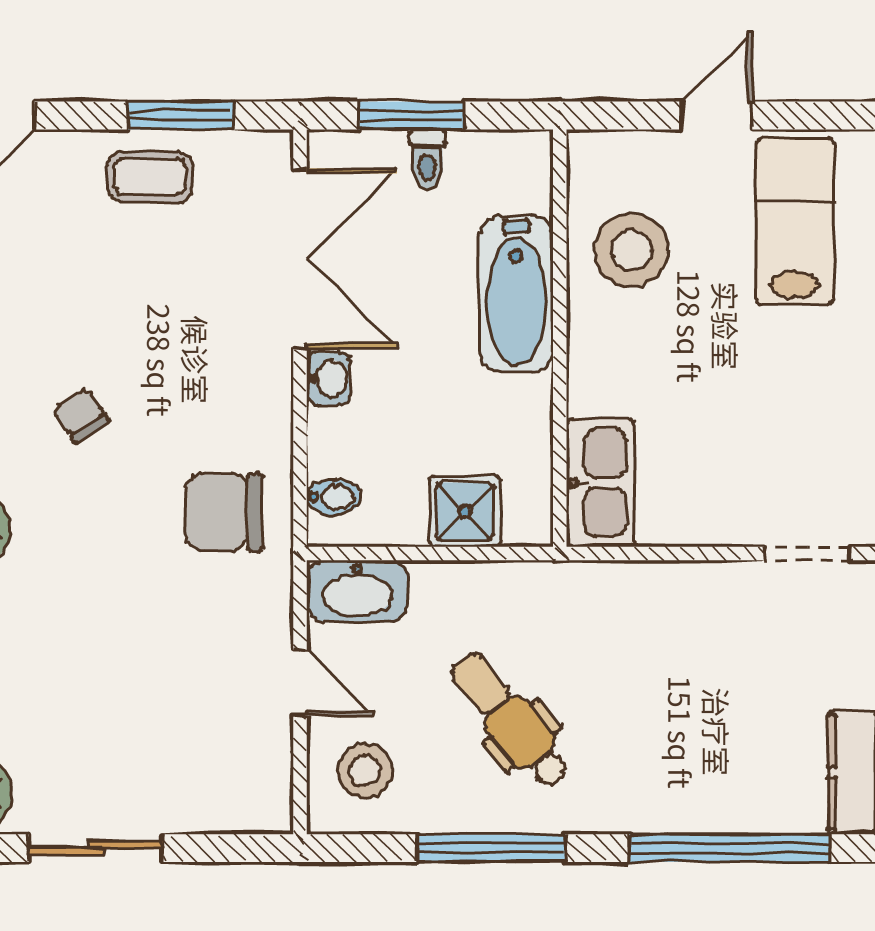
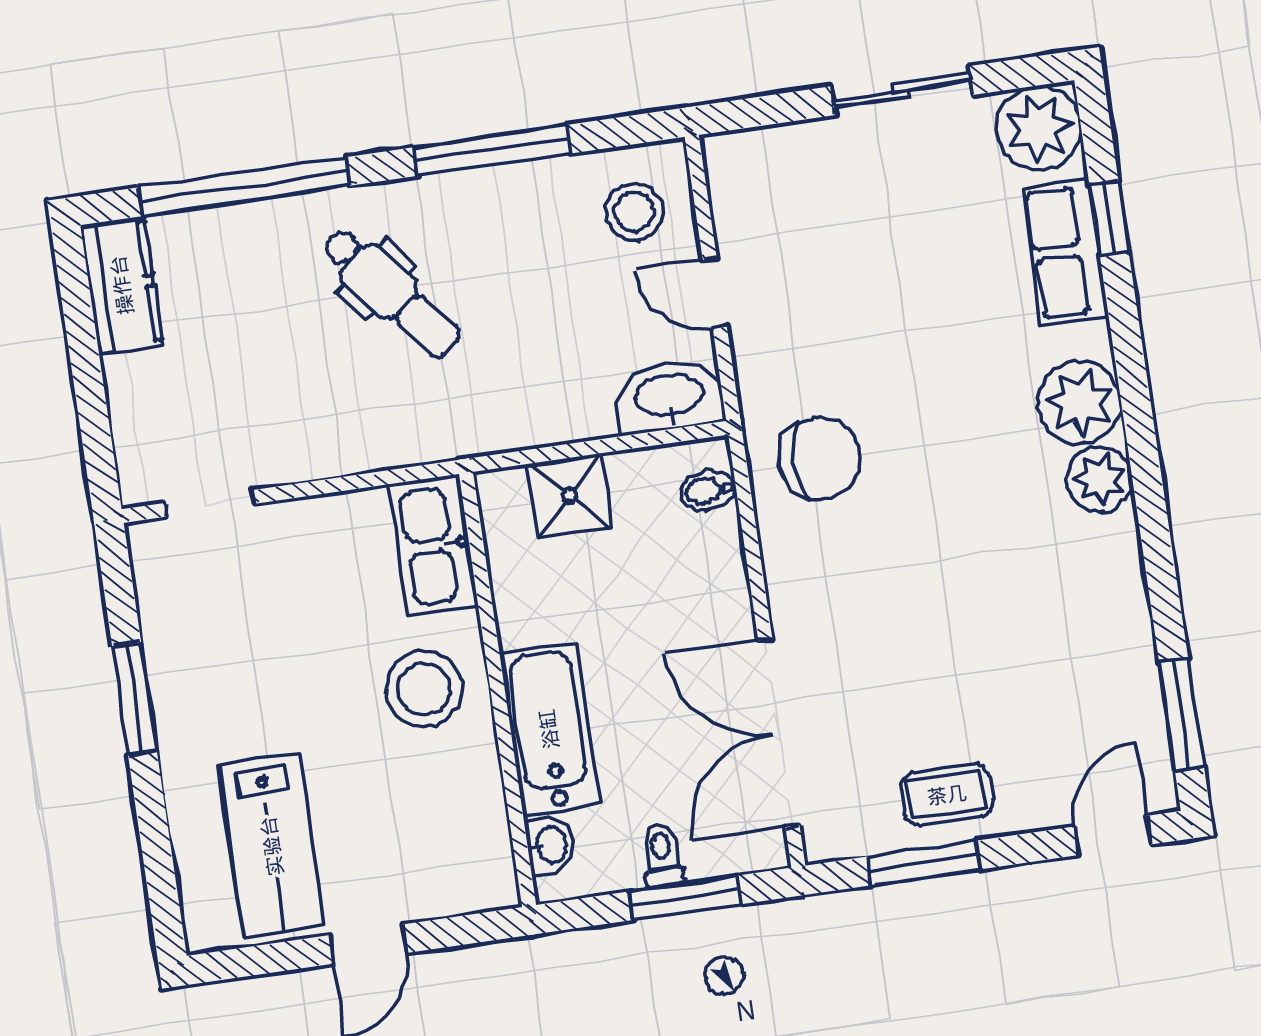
stool: (631, 250) -> (424, 689), moved
washbasin: (329, 379) -> (551, 845), moved, turned 180
chair: (81, 415) -> (982, 537), removed
dental chair: (510, 720) -> (391, 293), moved

